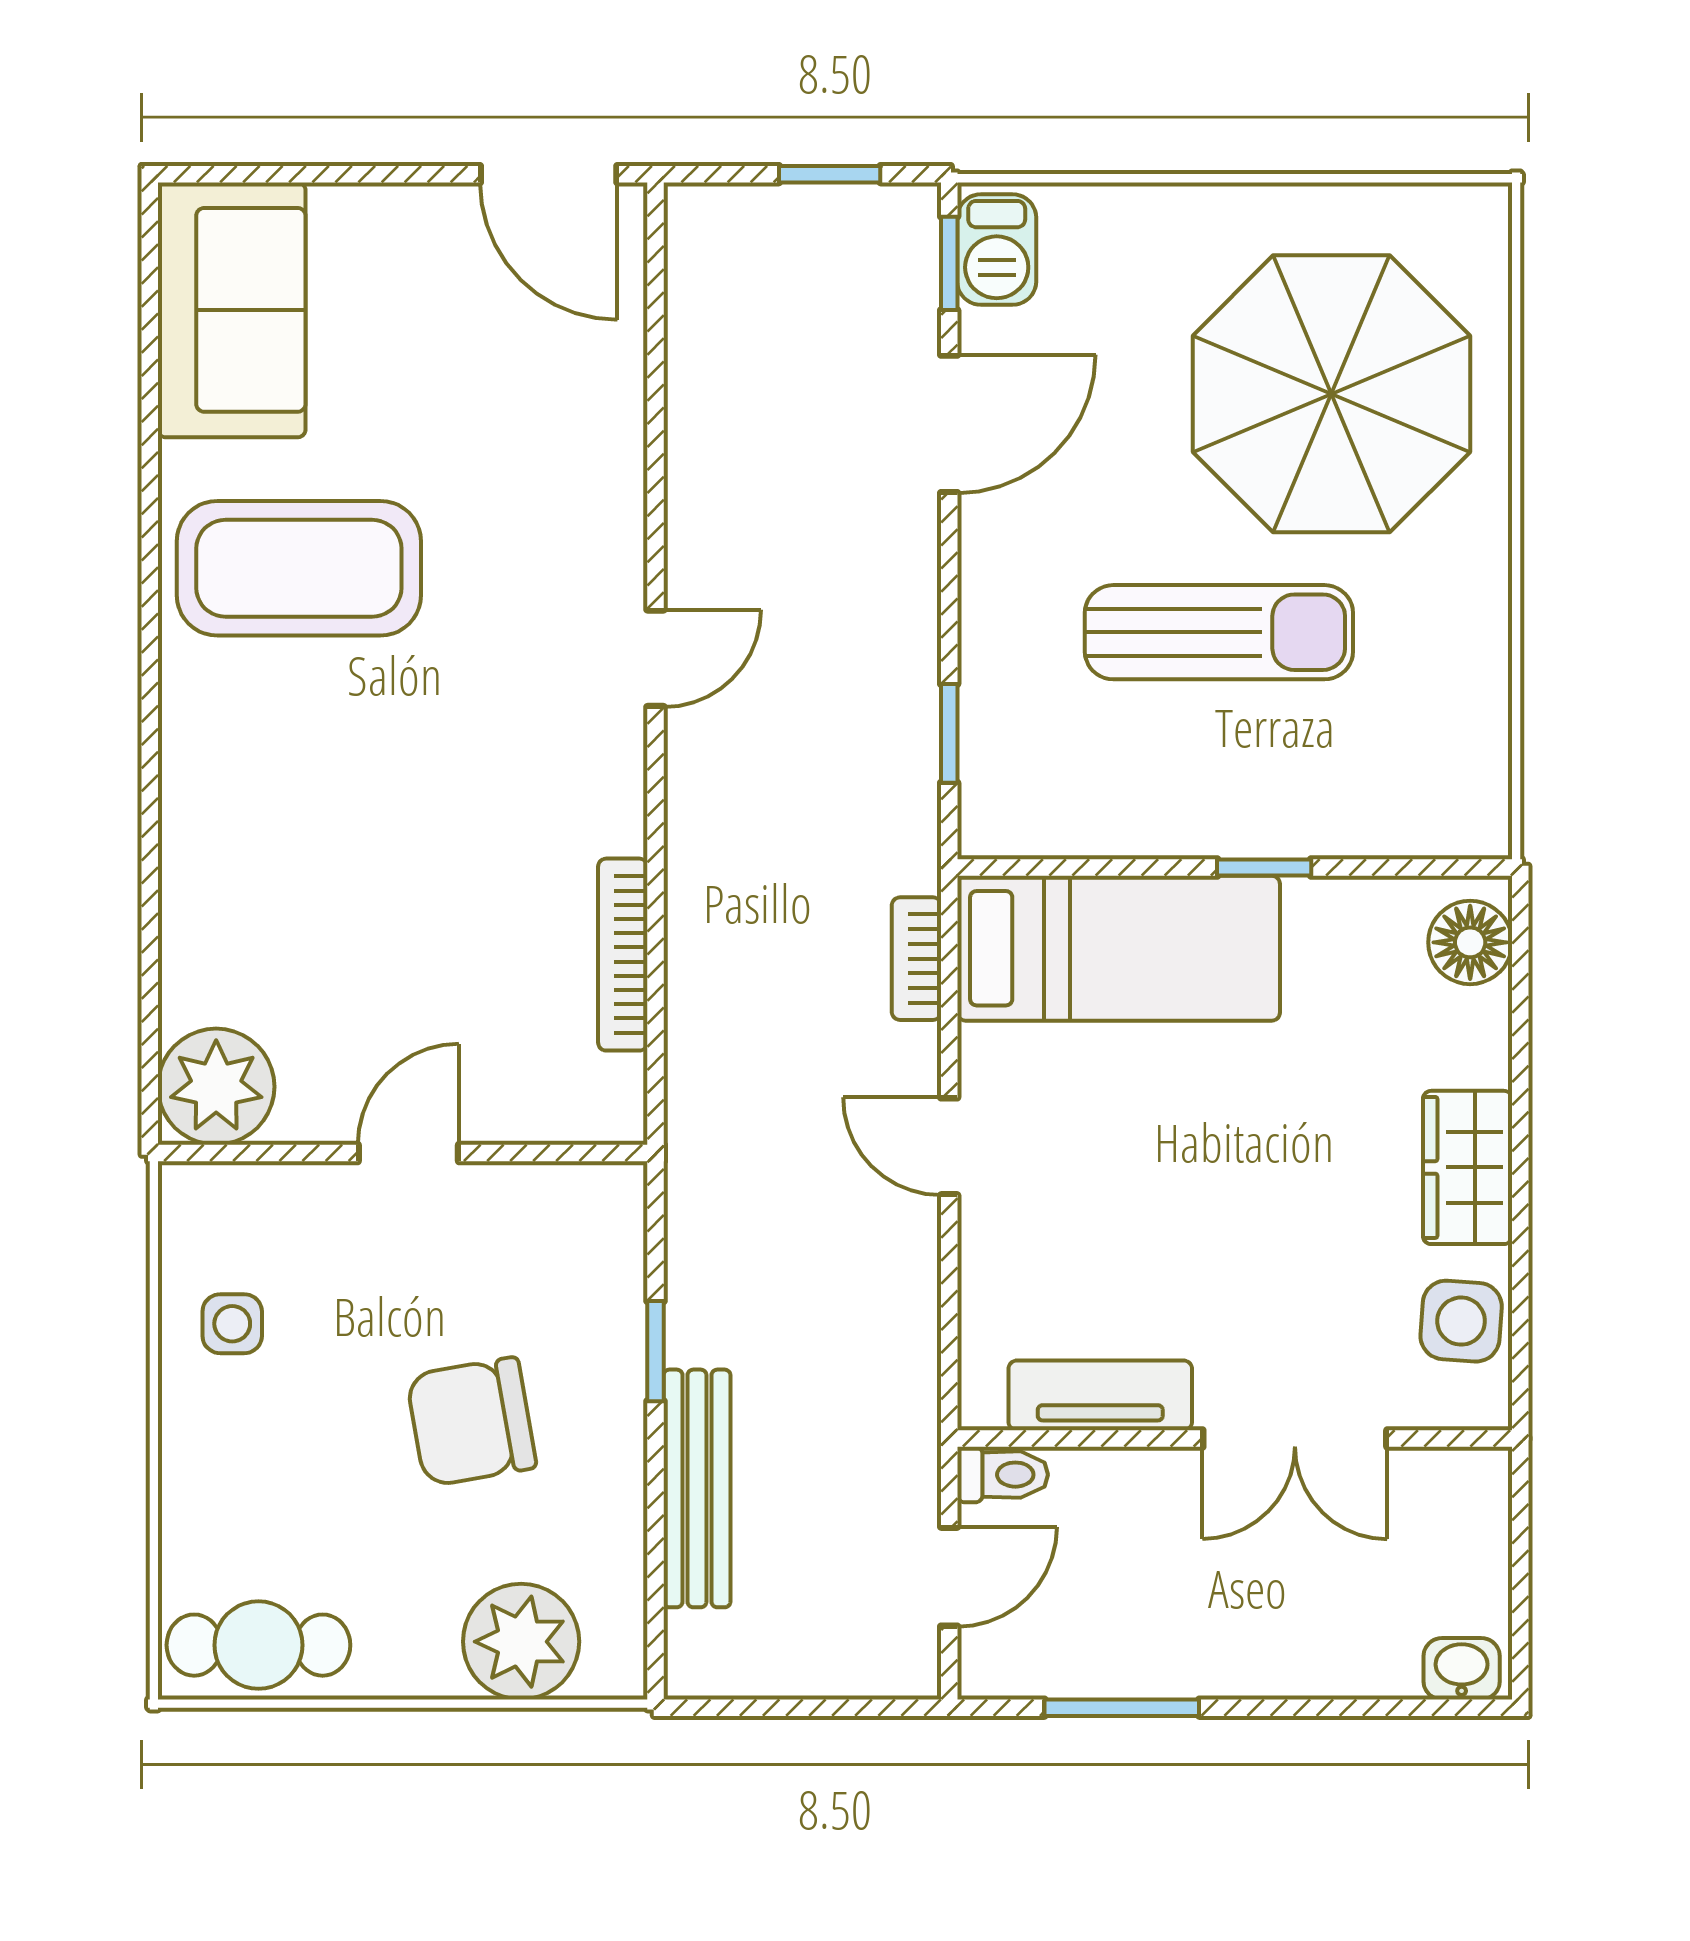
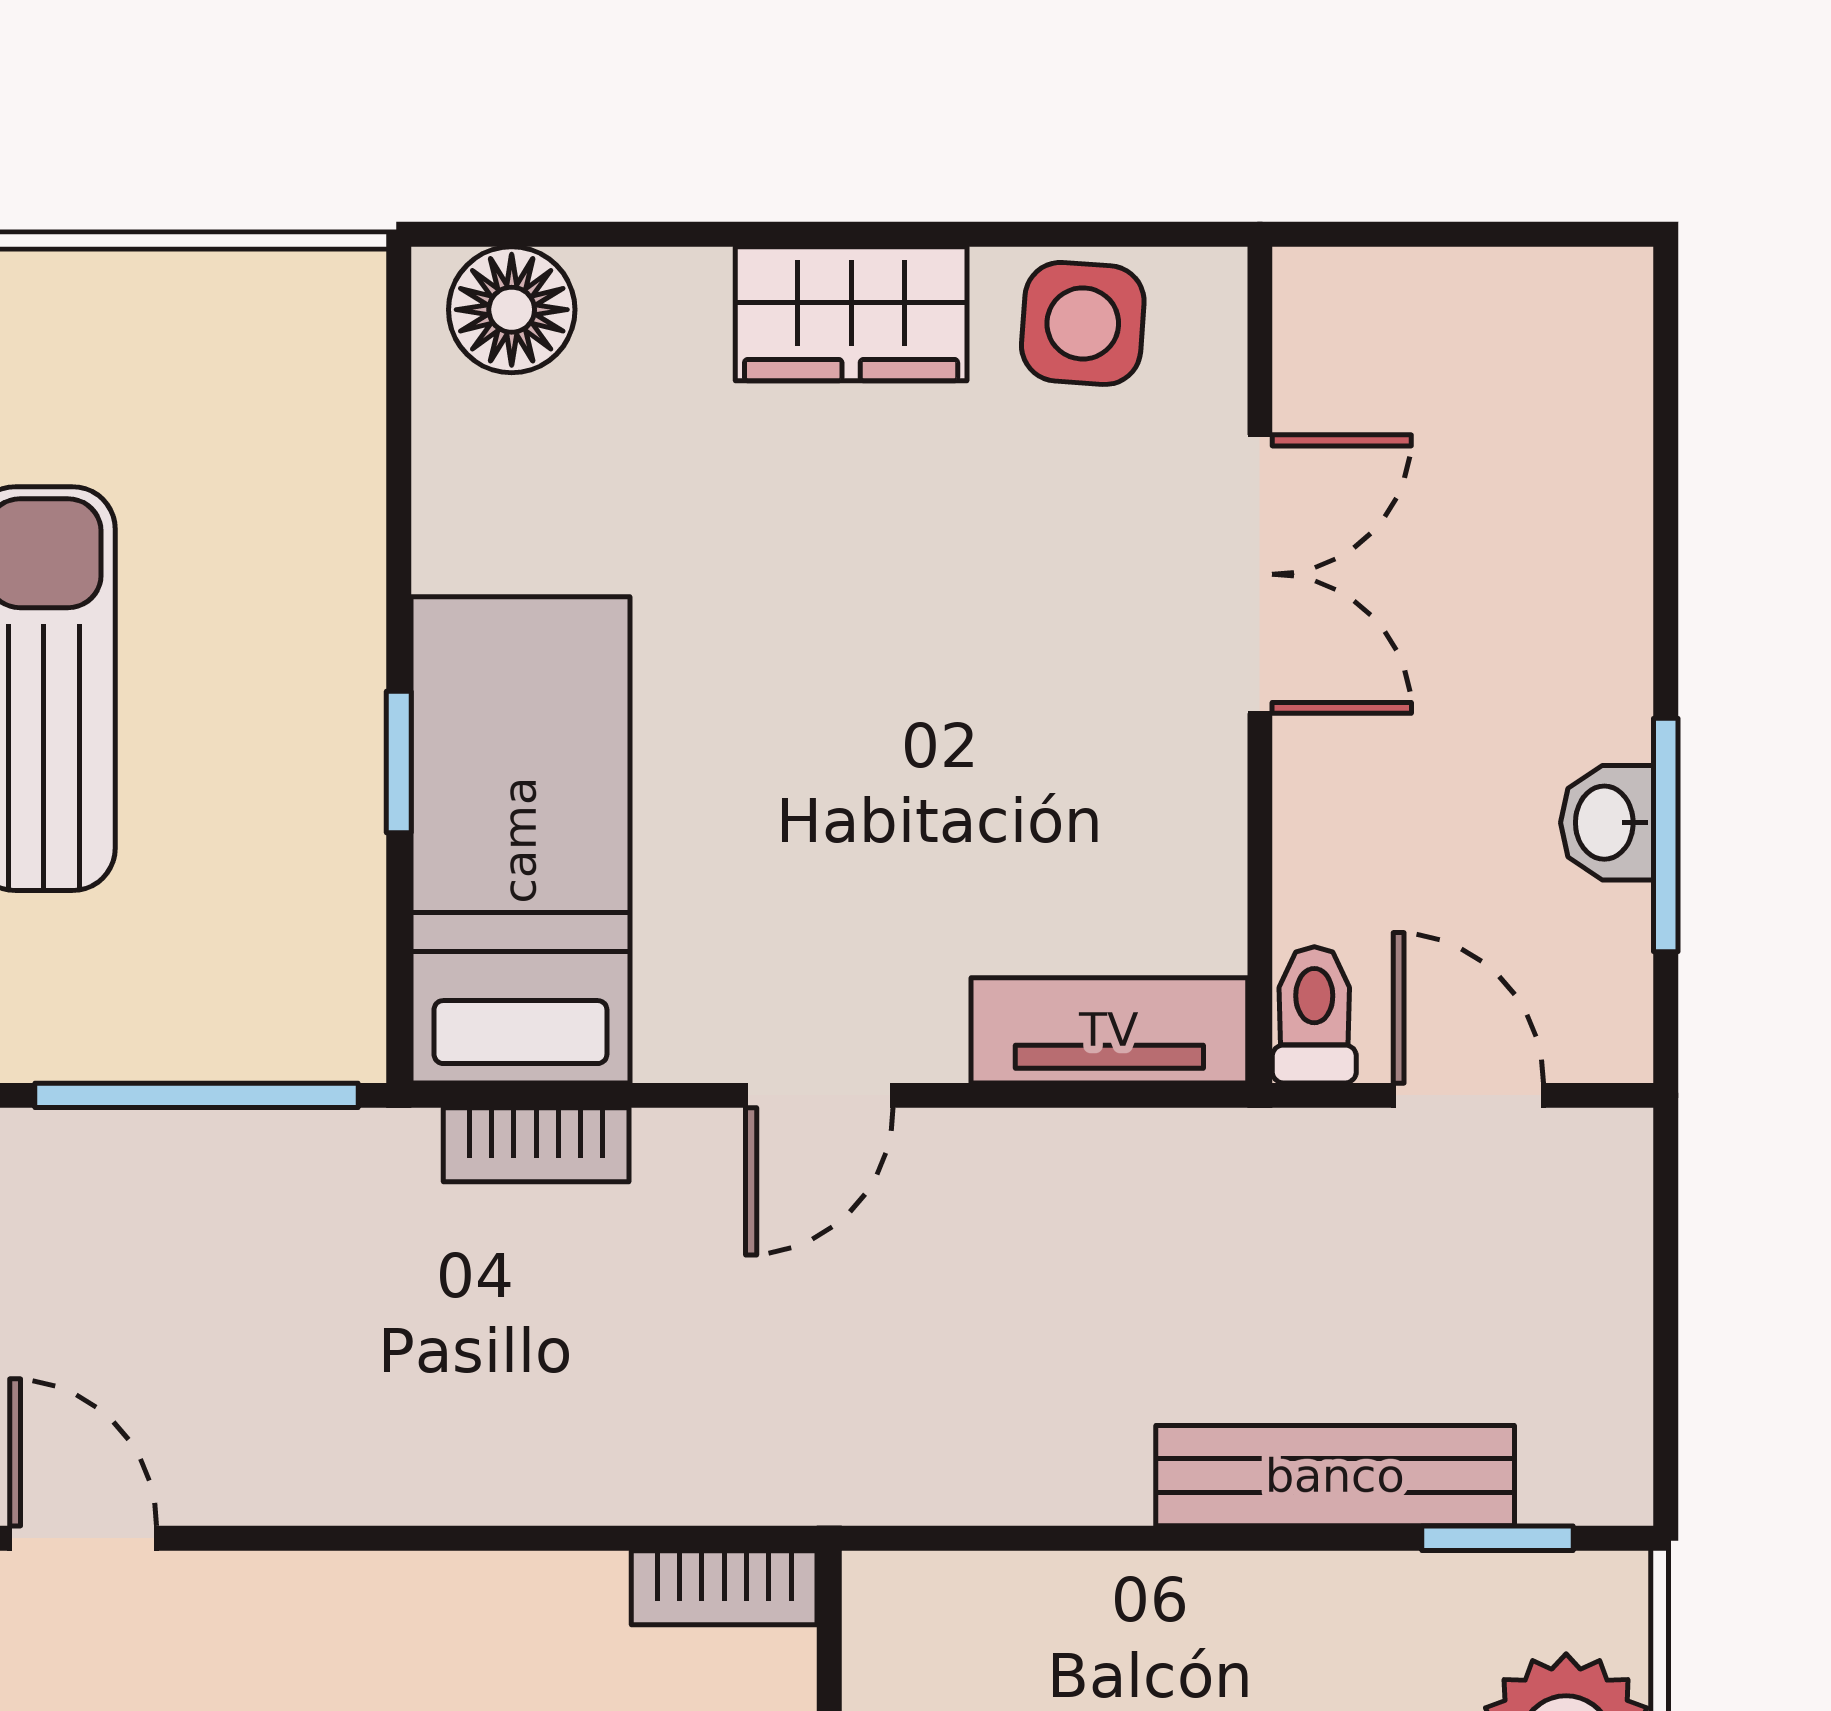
window: (949, 733) -> (196, 1095), width x2.17
window: (1264, 868) -> (399, 762), moved
bookcase: (623, 955) -> (724, 1588), moved, width x0.64
window: (656, 1351) -> (1497, 1538), moved
tv unit: (1100, 1395) -> (1109, 1030), moved, turned 90
washbasin: (1462, 1669) -> (1607, 823), moved

